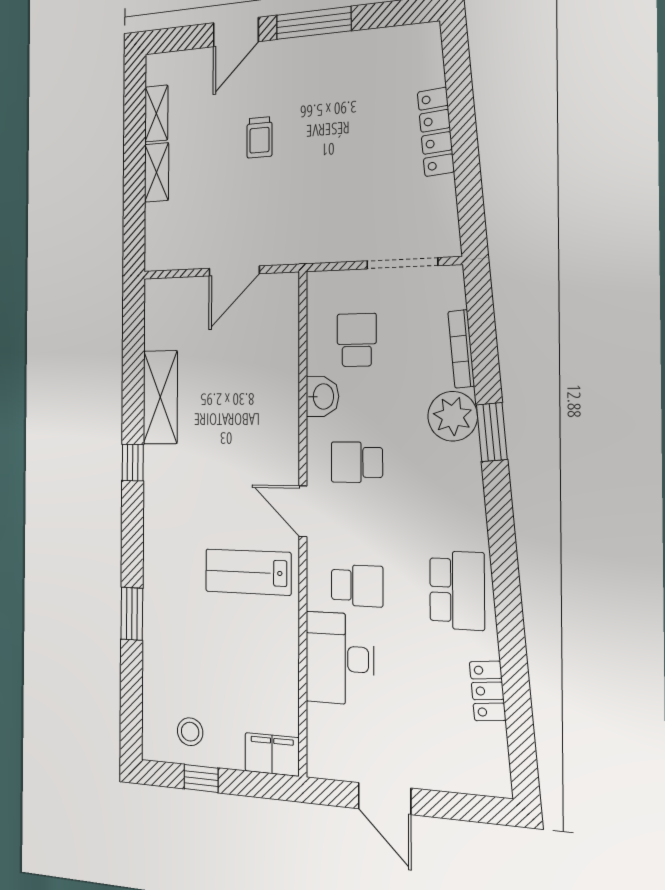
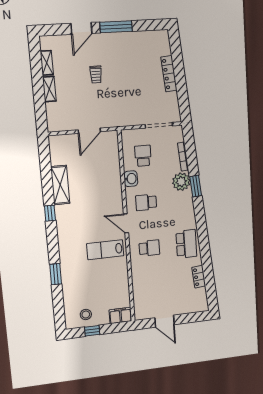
desk: (340, 658) -> (144, 276), removed

